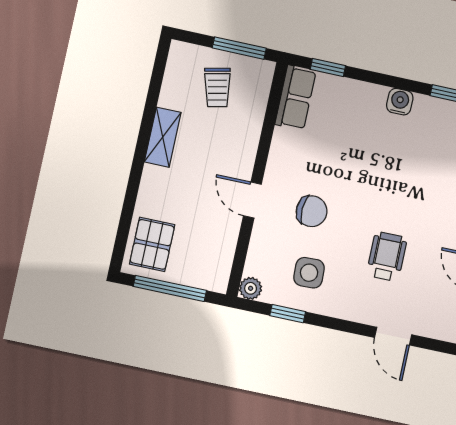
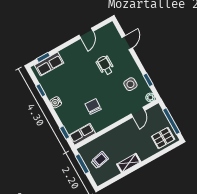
door: (252, 200) -> (138, 112), moved
chair: (312, 211) -> (93, 107), moved
wheelchair: (387, 256) -> (105, 65), turned 90

